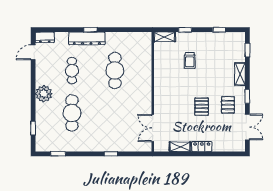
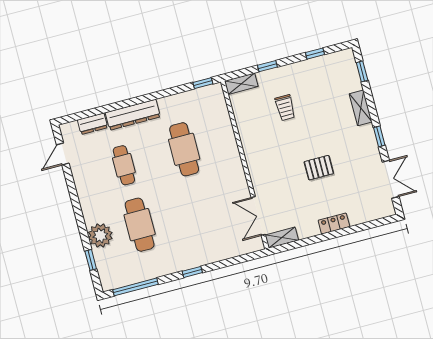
window: (90, 30) -> (203, 83), moved
dresser: (45, 37) -> (93, 124), moved
plant: (44, 94) -> (100, 235), moved
pallet: (228, 105) -> (355, 156), removed
pallet: (202, 107) -> (319, 168), turned 90
shelving: (180, 147) -> (282, 238), moved
window: (58, 154) -> (135, 287), width x2.17
window: (111, 154) -> (192, 272), moved

